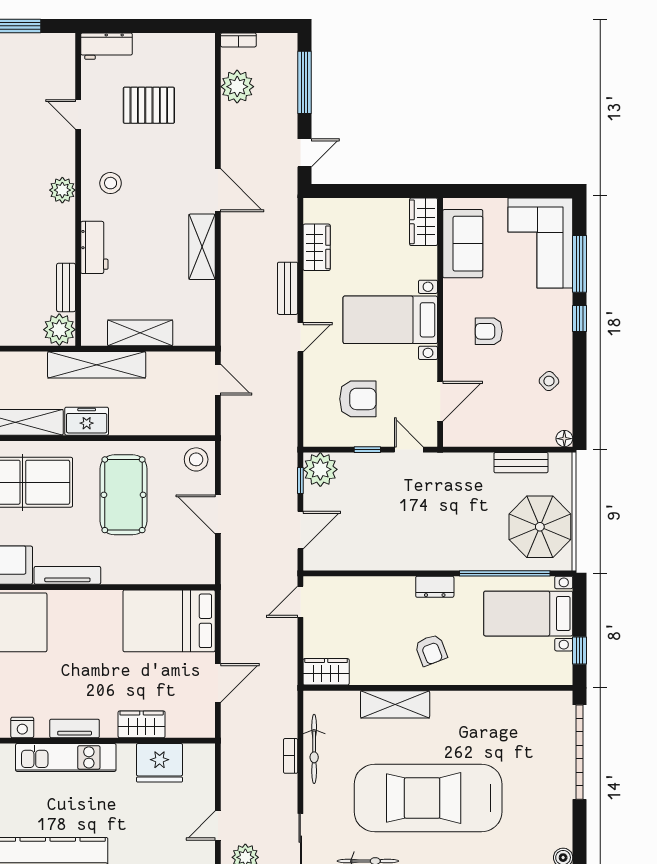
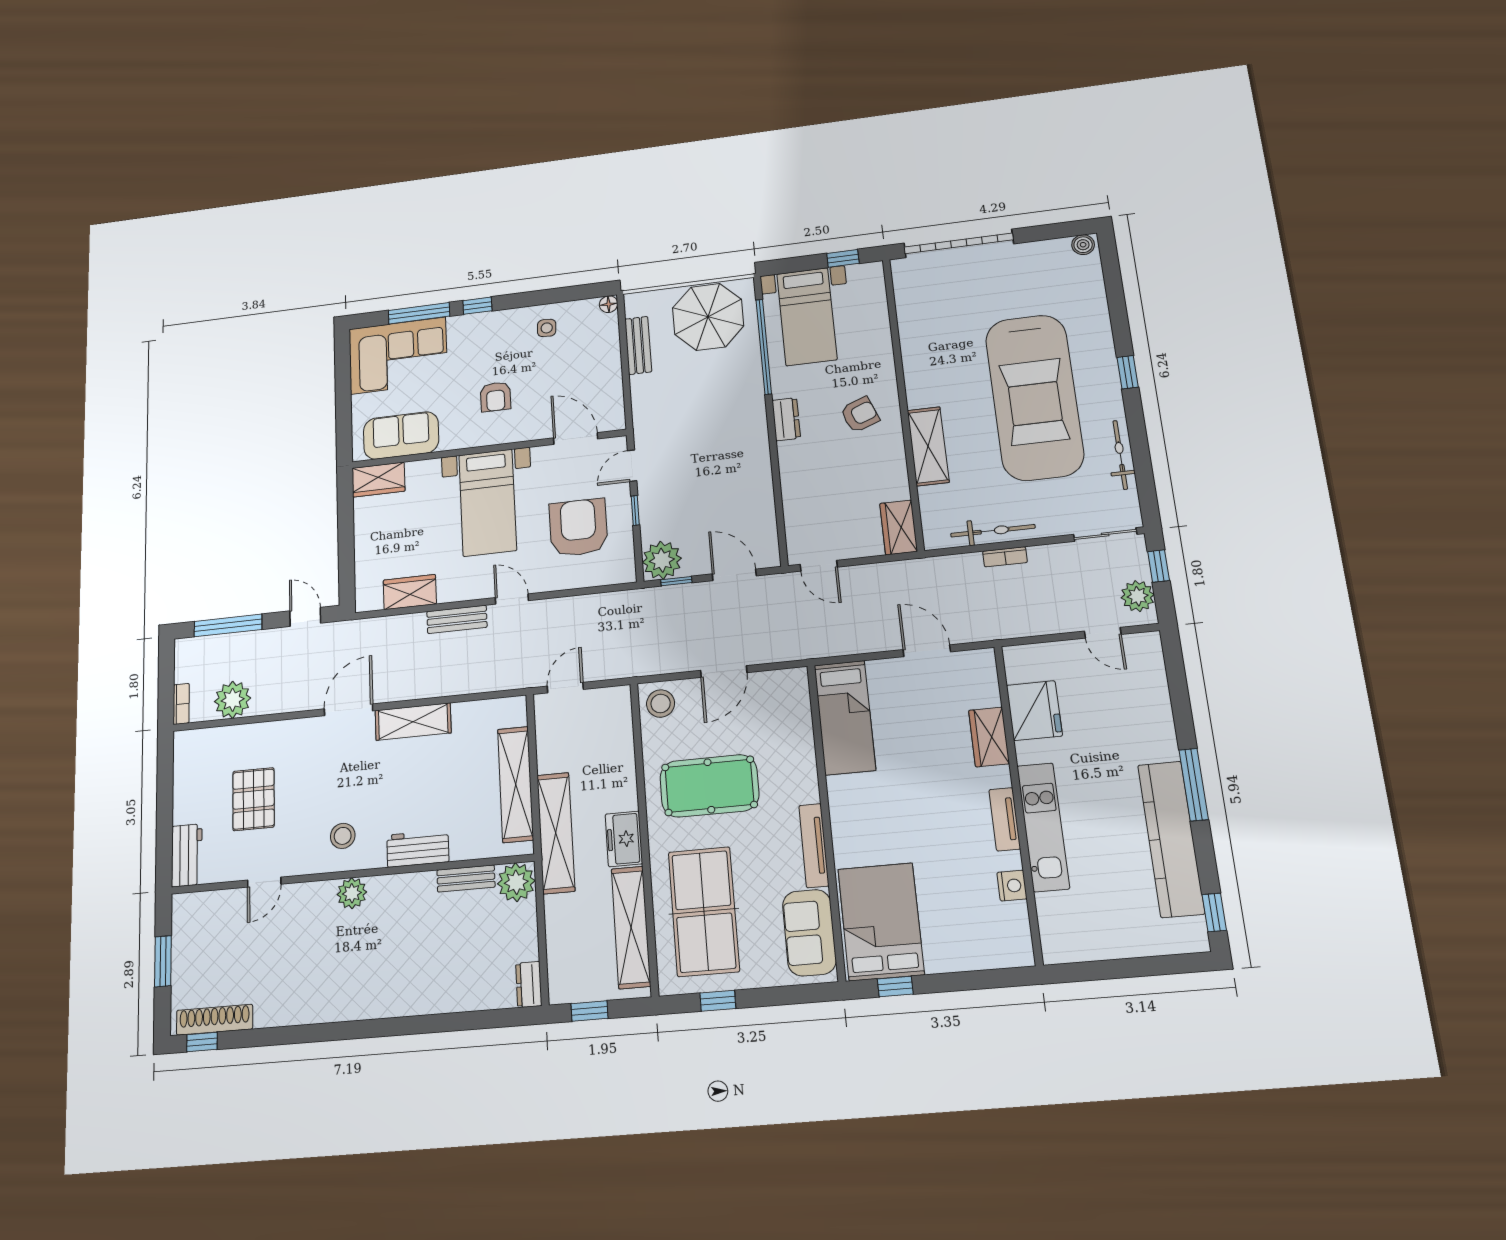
shelving: (140, 333) -> (516, 784), width x1.47
side table: (549, 381) -> (547, 328), turned 45
armchair: (358, 399) -> (578, 528), width x1.36, depth x1.36
bed: (169, 621) -> (845, 717), width x0.67

